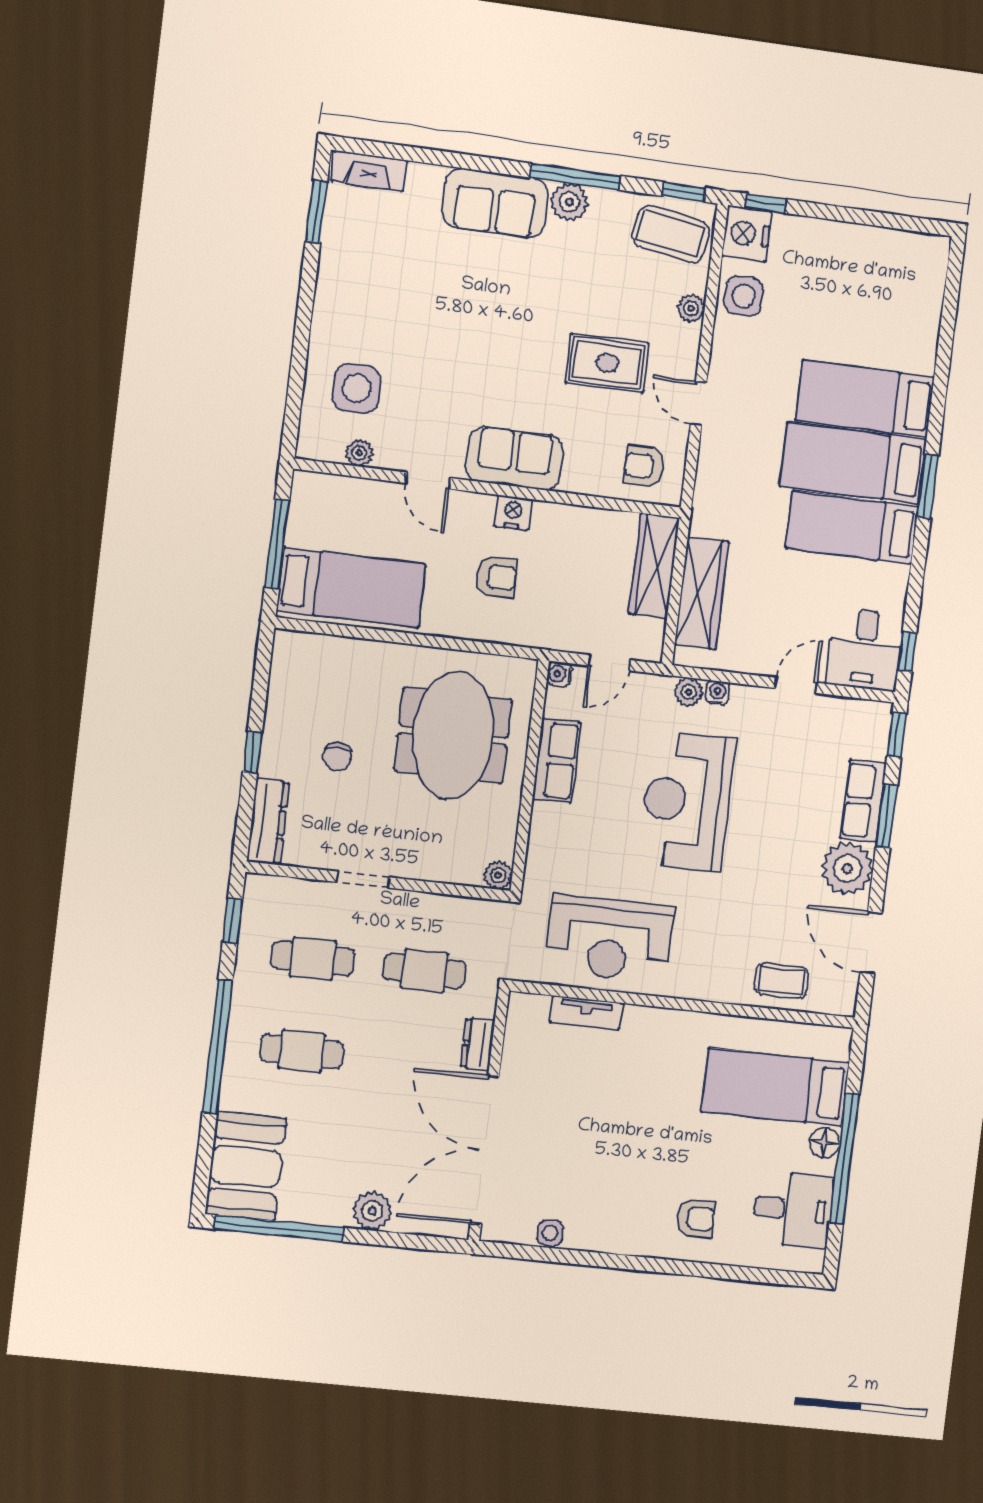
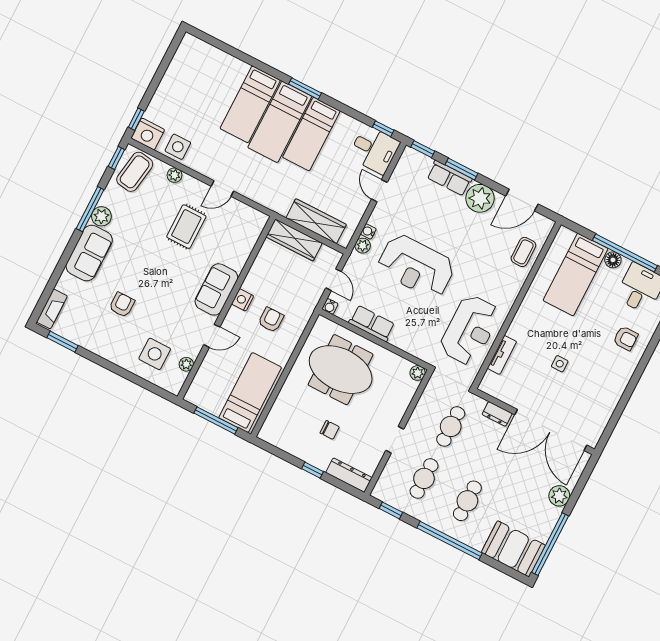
armchair: (644, 466) -> (122, 305), moved, turned 180
armchair: (696, 1218) -> (626, 338), turned 90
side table: (550, 1233) -> (560, 364), moved

